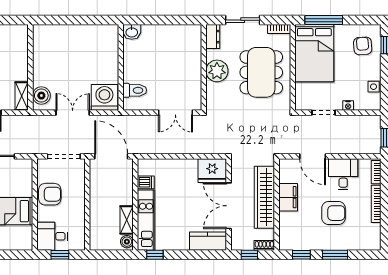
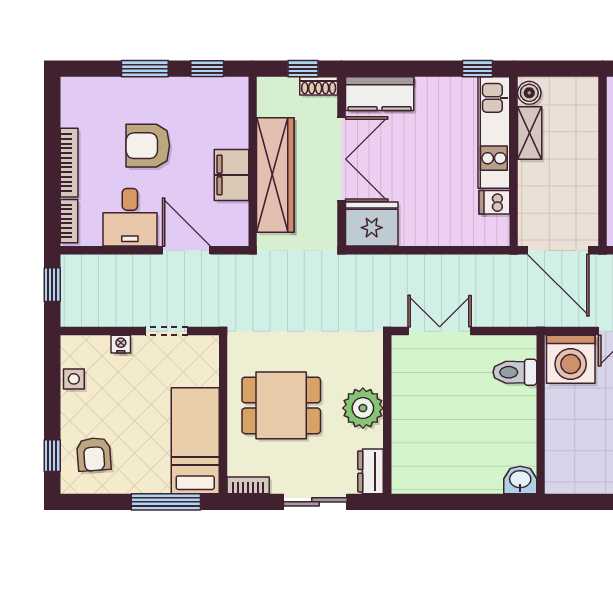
bed: (314, 53) -> (195, 441), width x0.67
dining table: (261, 72) -> (281, 405), width x0.73
shoe rack: (264, 245) -> (319, 86), moved

